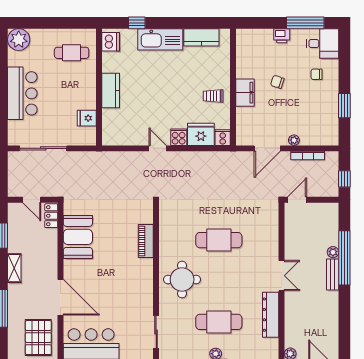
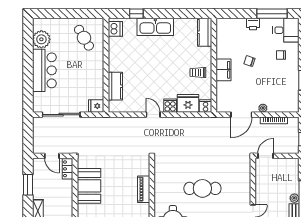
kitchen counter: (201, 37) -> (205, 32), moved, turned 90
plant: (19, 40) -> (41, 39), moved
cafe table: (72, 53) -> (84, 38), turned 59
kitchen counter: (111, 91) -> (115, 86), moved
fridge: (87, 118) -> (96, 106), moved

